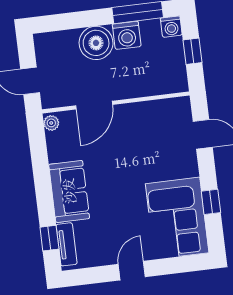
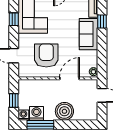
washing machine: (127, 35) -> (36, 113), moved
armchair: (142, 142) -> (46, 56), added
window: (49, 238) -> (102, 21), moved

